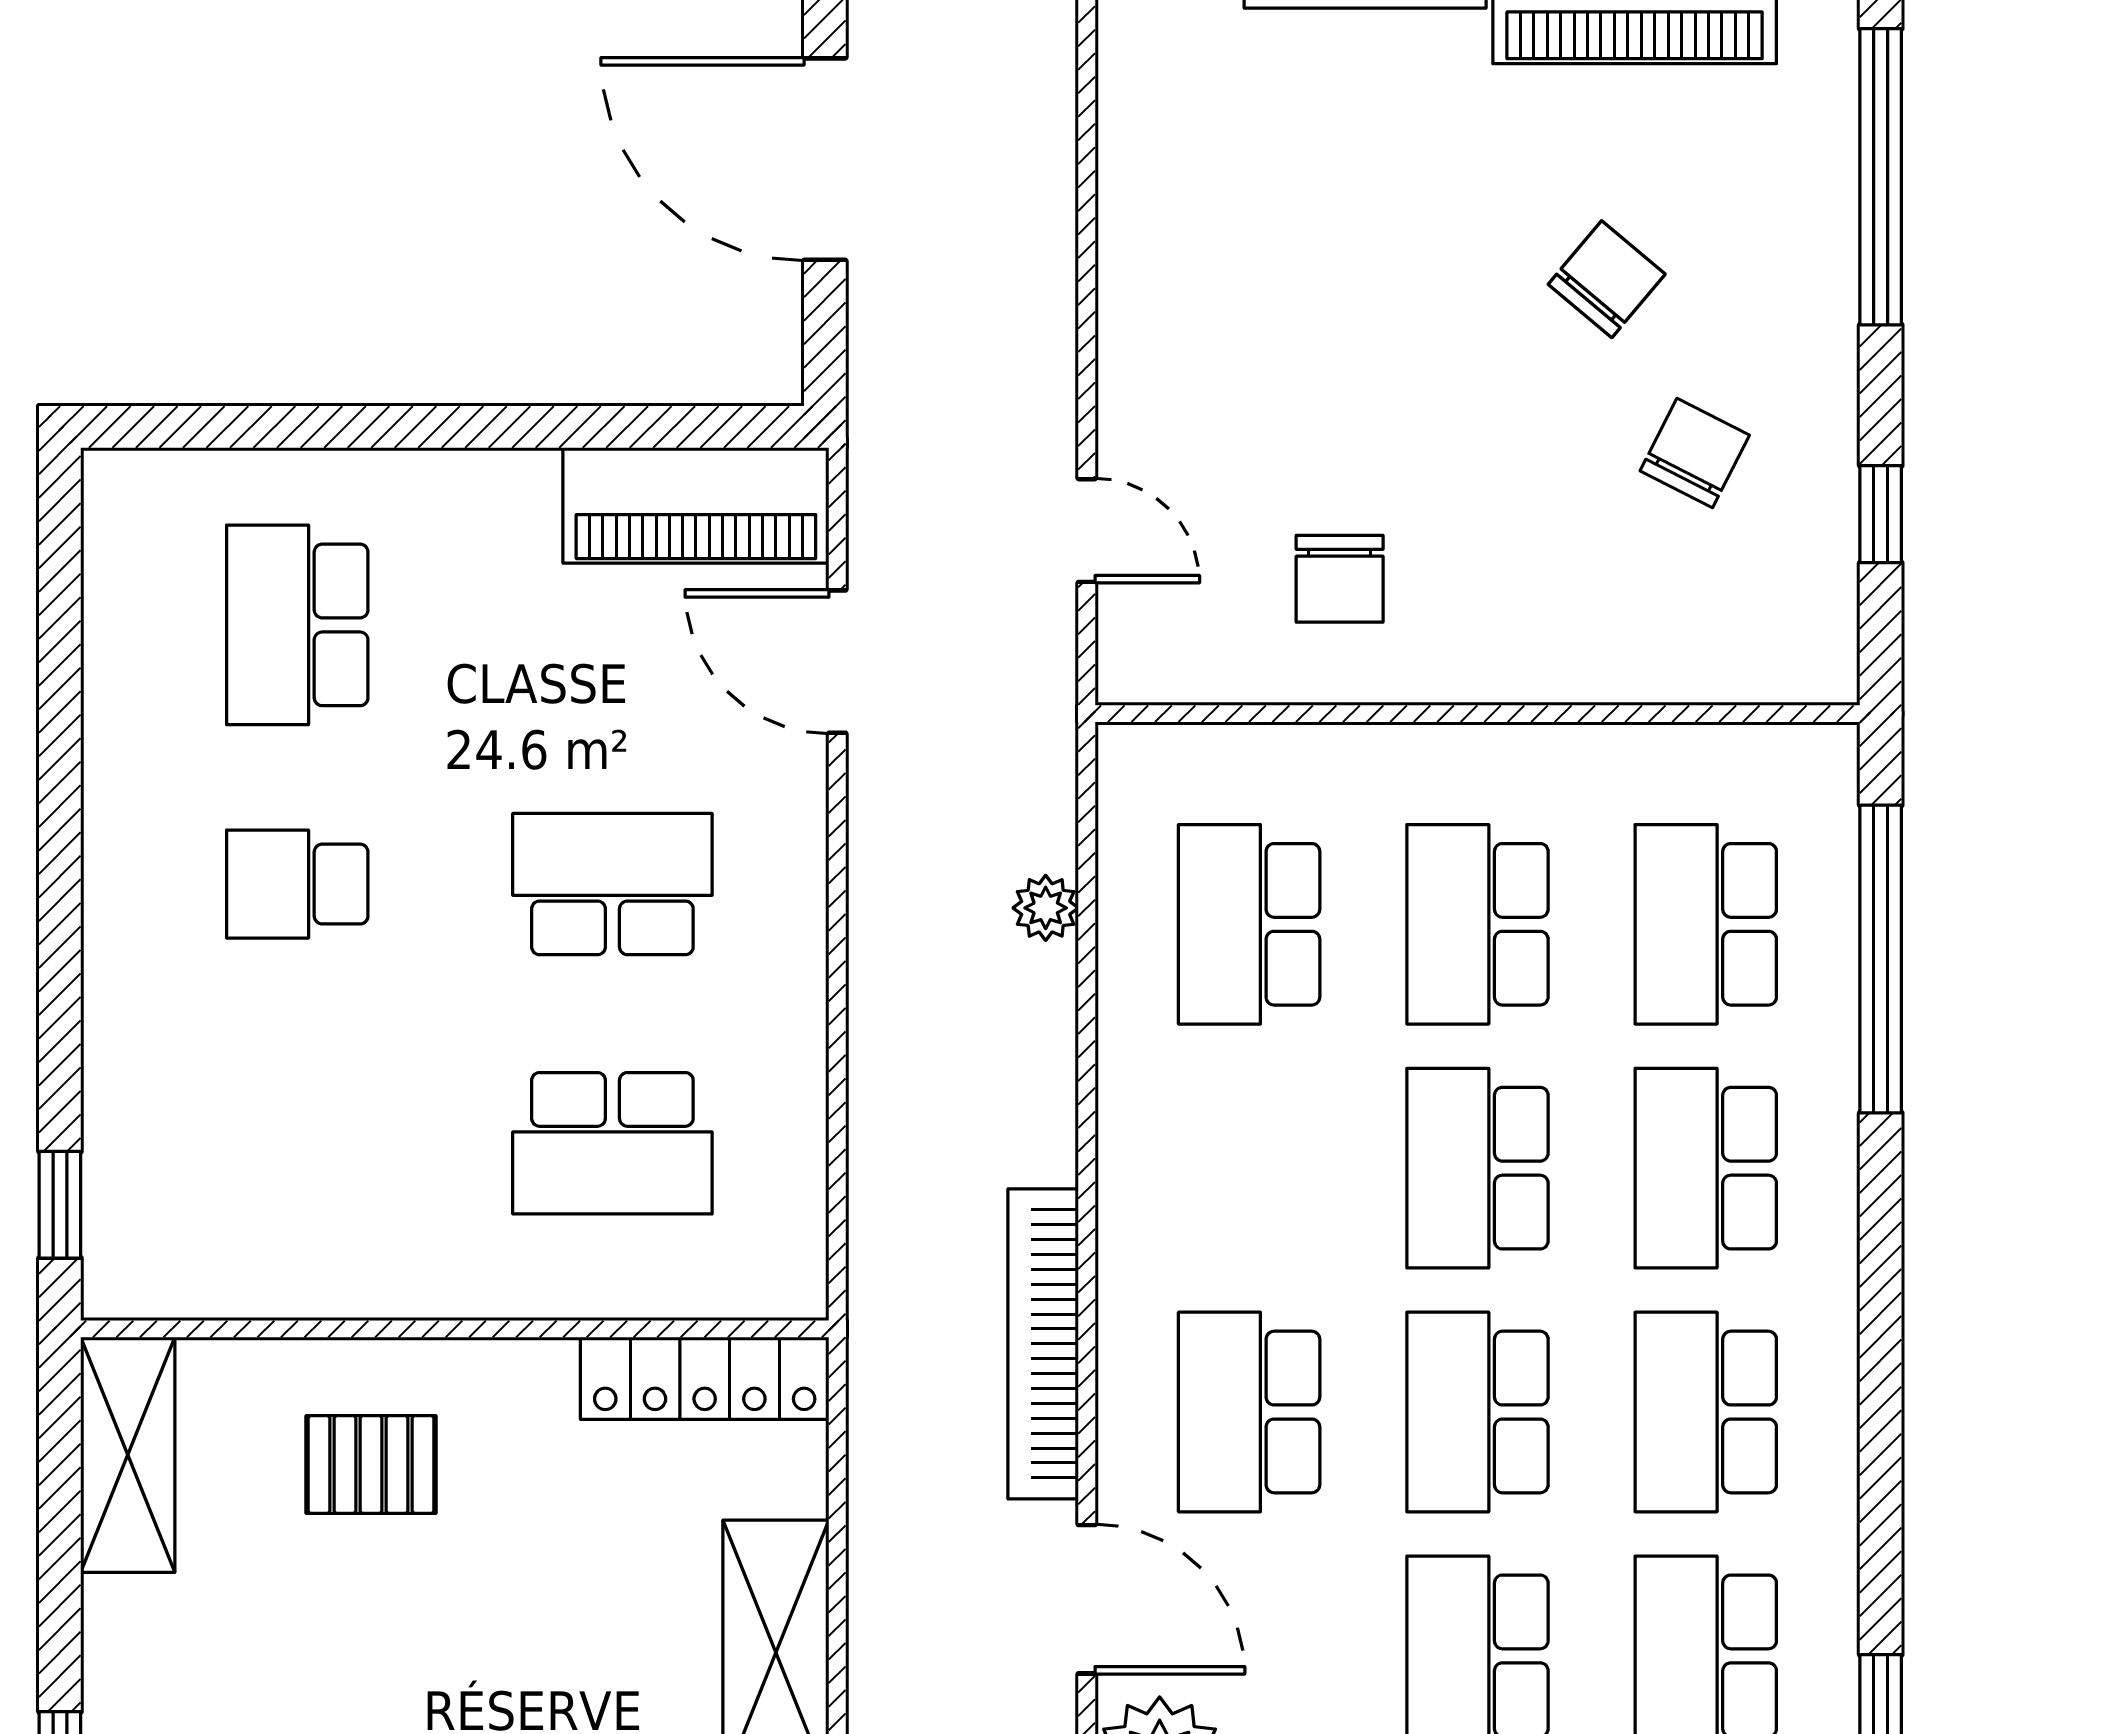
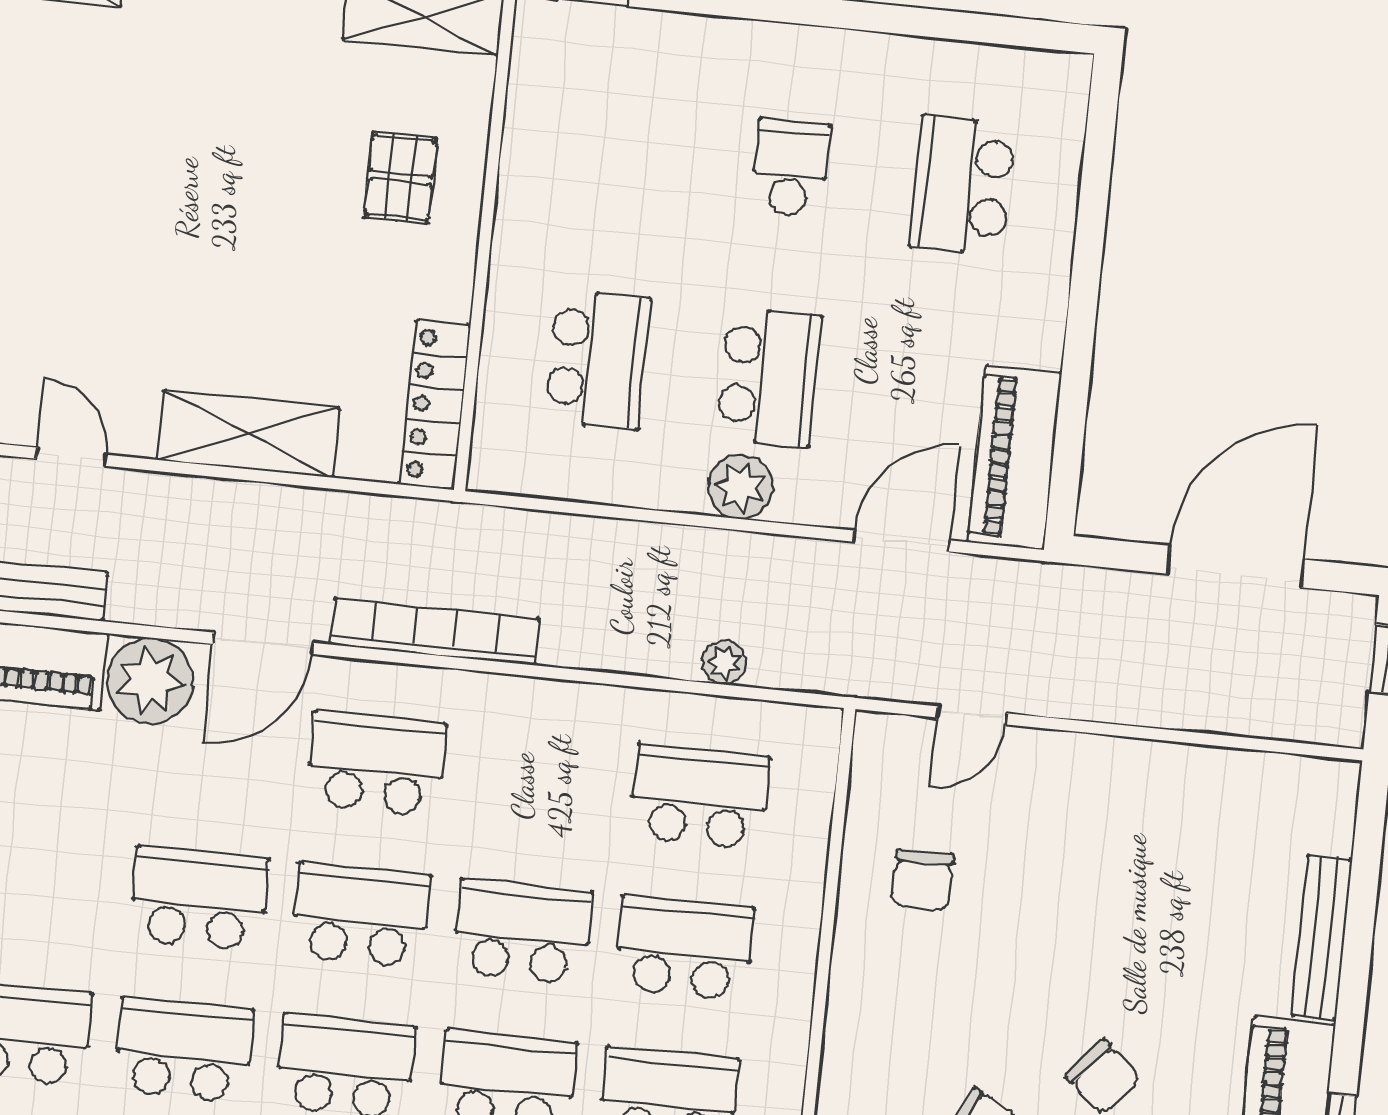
chair: (1340, 579) -> (923, 880), turned -90
school desk: (297, 625) -> (962, 185), turned -90
plant: (781, 910) -> (740, 487), added
school desk: (612, 1143) -> (597, 359), turned 180

